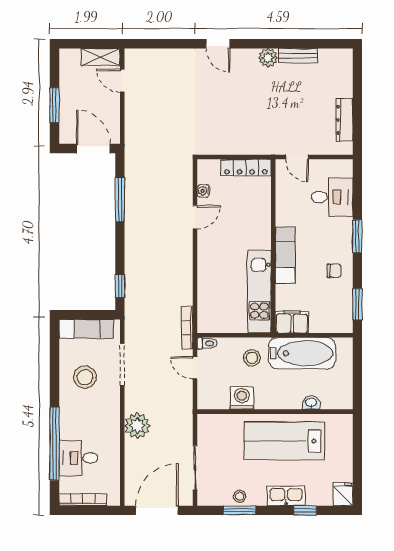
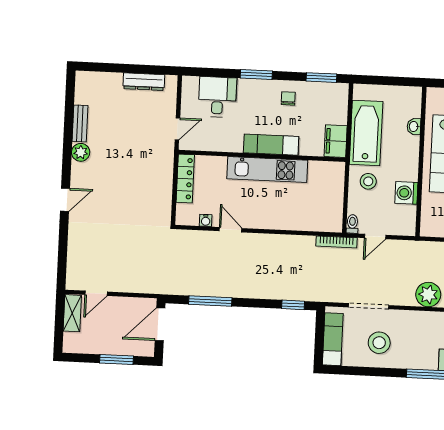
kitchen unit: (259, 292) -> (267, 169), moved

